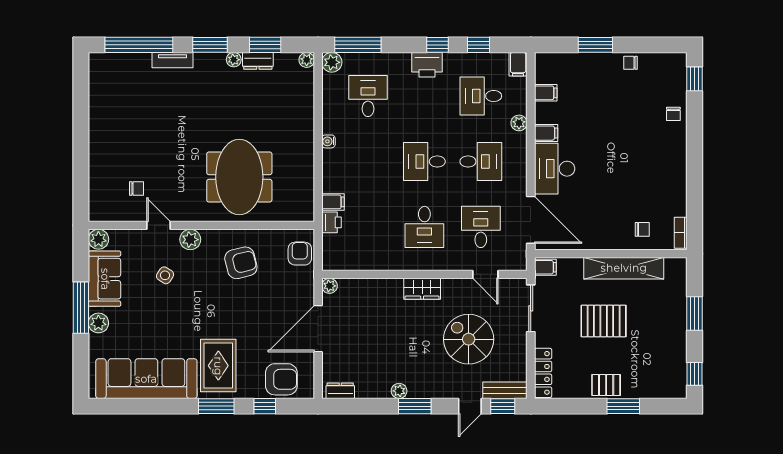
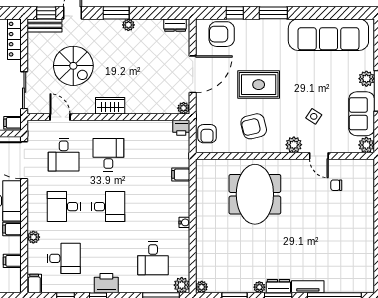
dresser: (258, 61) -> (278, 286), moved
printer: (331, 222) -> (181, 128), moved, turned -90
rug: (218, 366) -> (259, 85), moved, turned 90

